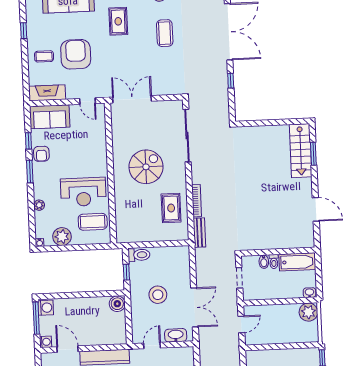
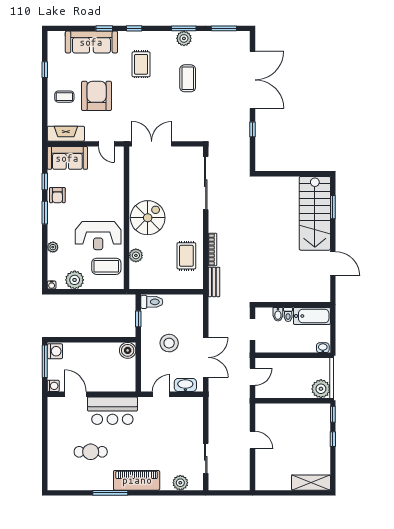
stairs: (301, 151) -> (315, 213), width x1.36, depth x1.51
spiral stairs: (146, 167) -> (148, 218), moved
plant: (121, 210) -> (136, 255), added
plant: (308, 312) -> (321, 389), moved

